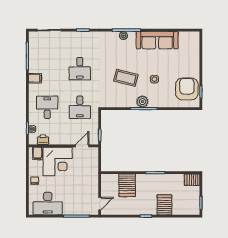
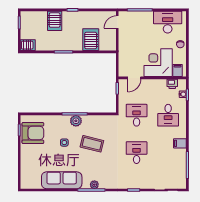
armchair: (187, 89) -> (33, 133), turned -90

